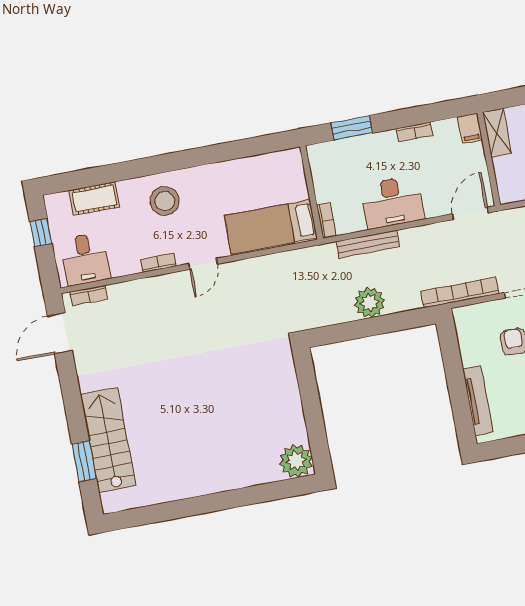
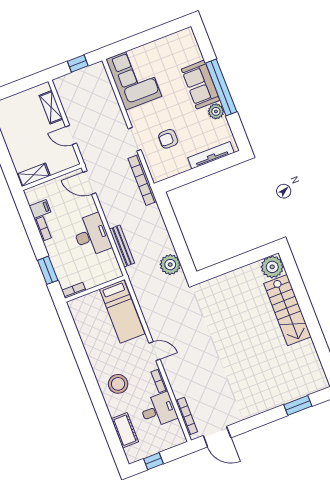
filing cabinet: (470, 128) -> (40, 209), moved
bookcase: (326, 221) -> (74, 290), moved
desk: (85, 259) -> (158, 410), moved
bookcase: (89, 295) -> (187, 416), width x1.56
plant: (369, 303) -> (170, 265), moved
stairs: (108, 440) -> (287, 310), moved, turned -90

